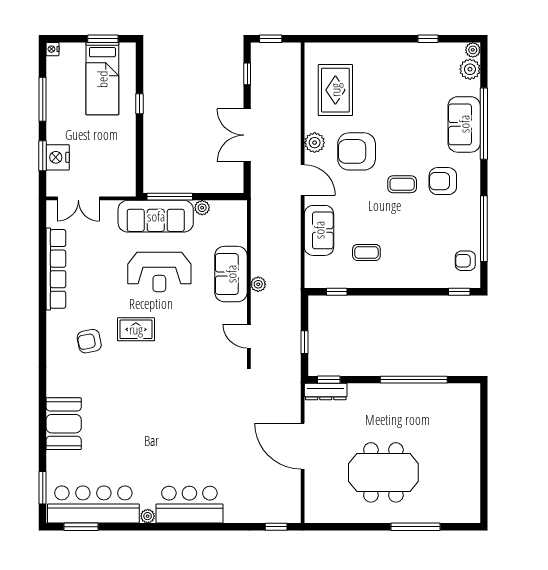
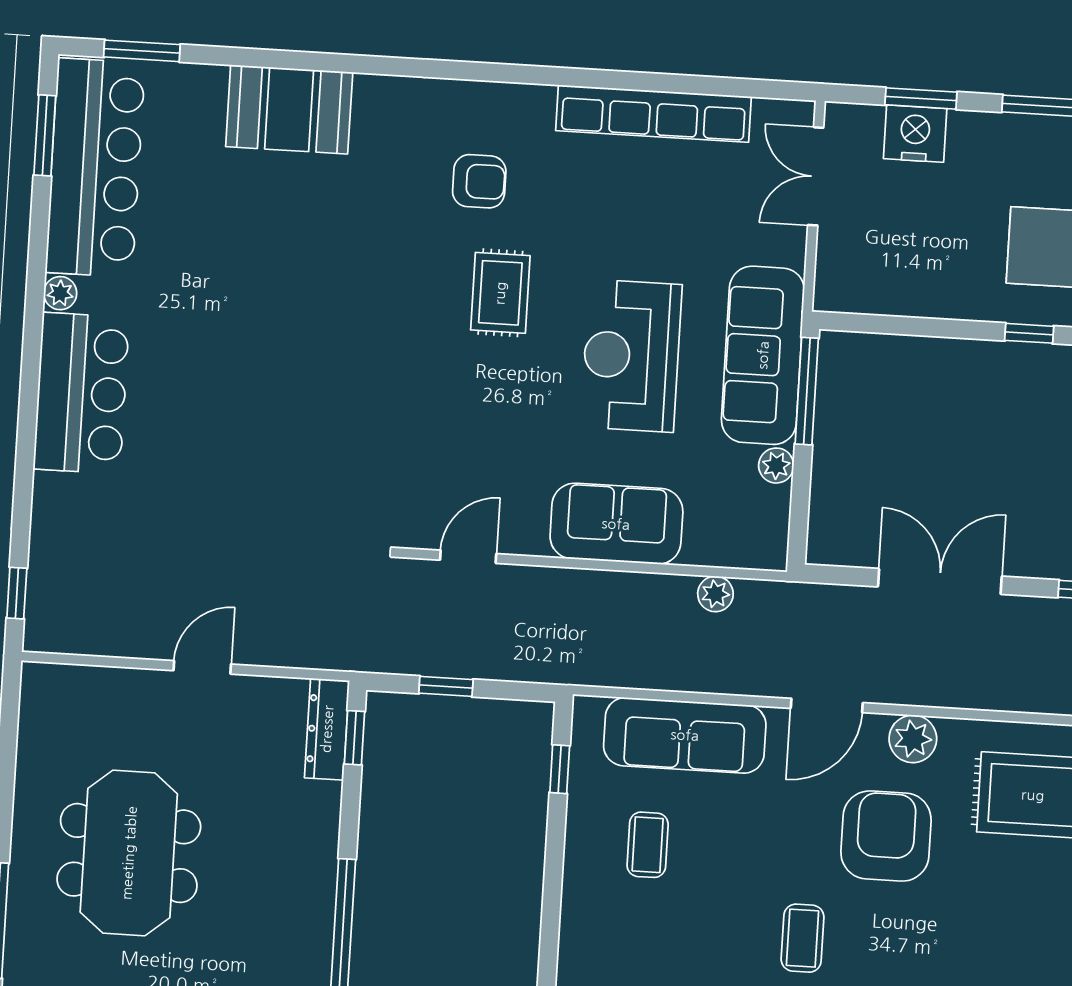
sofa: (319, 230) -> (685, 735), width x1.36
plant: (258, 284) -> (715, 594), moved
armchair: (89, 341) -> (479, 181), turned 101
door: (303, 446) -> (202, 667), width x0.53

